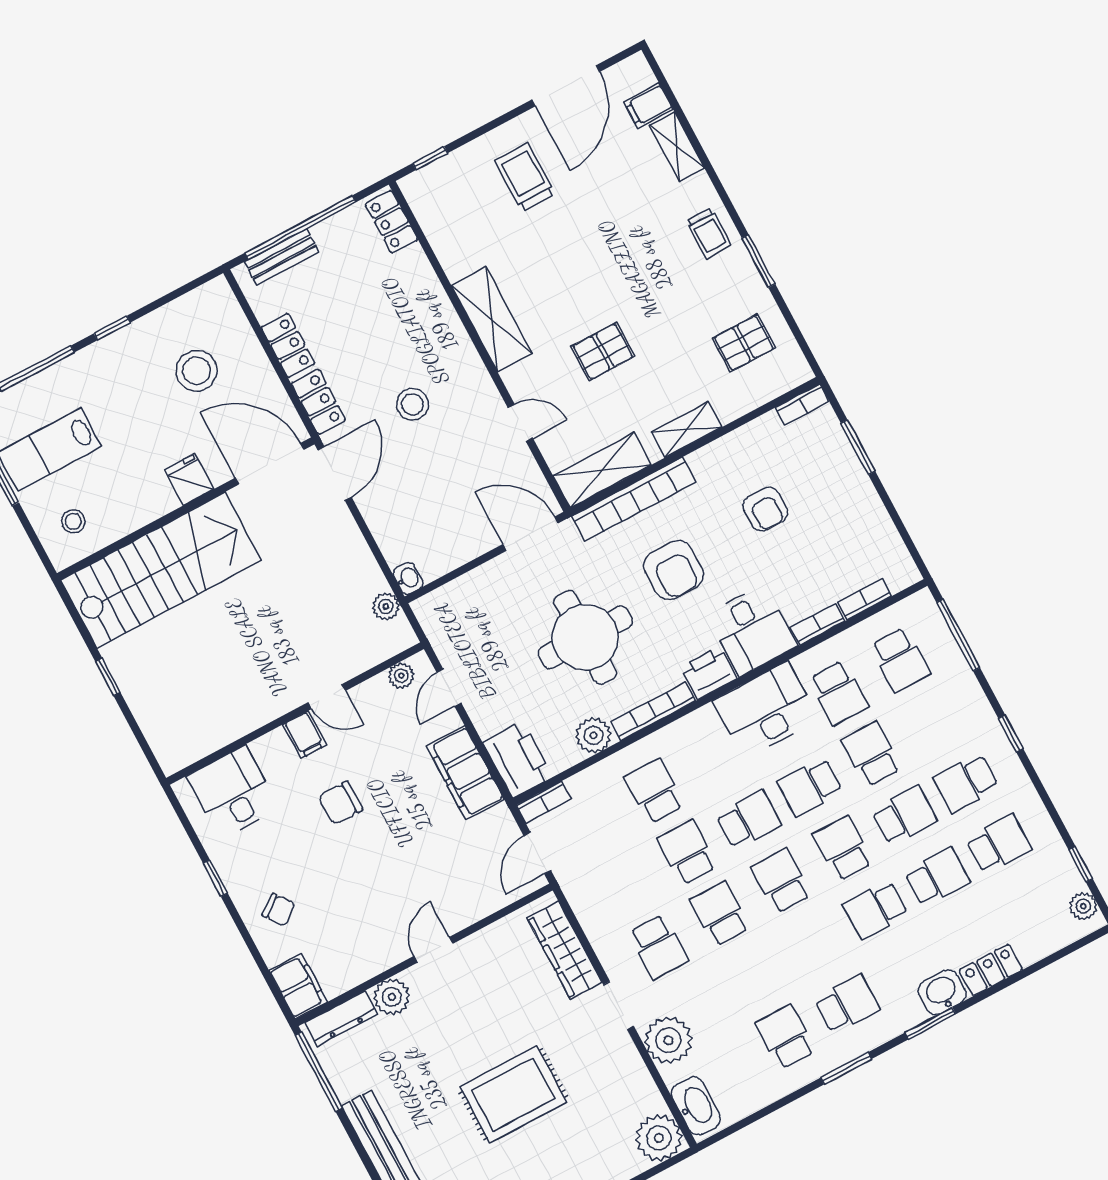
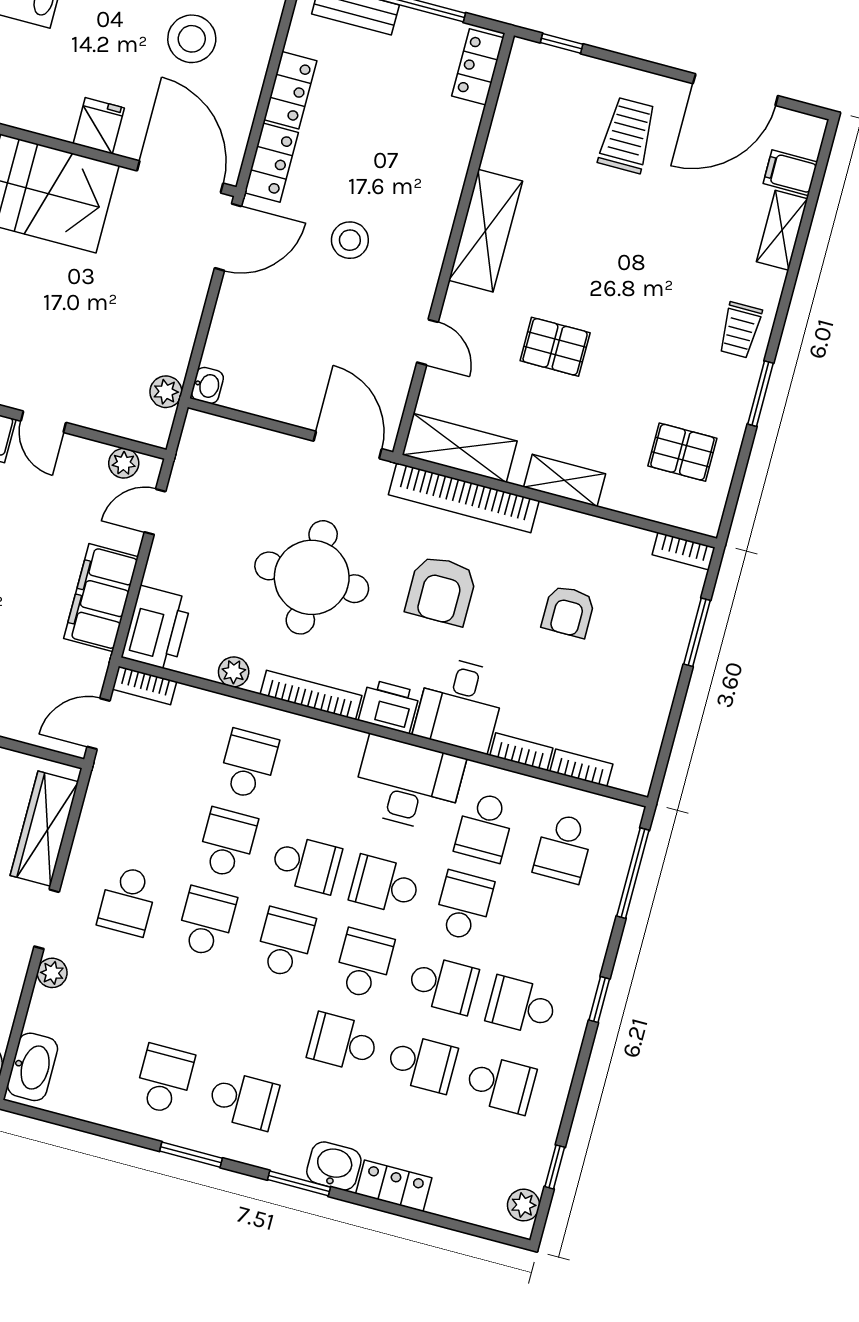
plant: (593, 735) -> (234, 672), width x0.73, depth x0.73
plant: (668, 1040) -> (52, 973), width x0.53, depth x0.53

